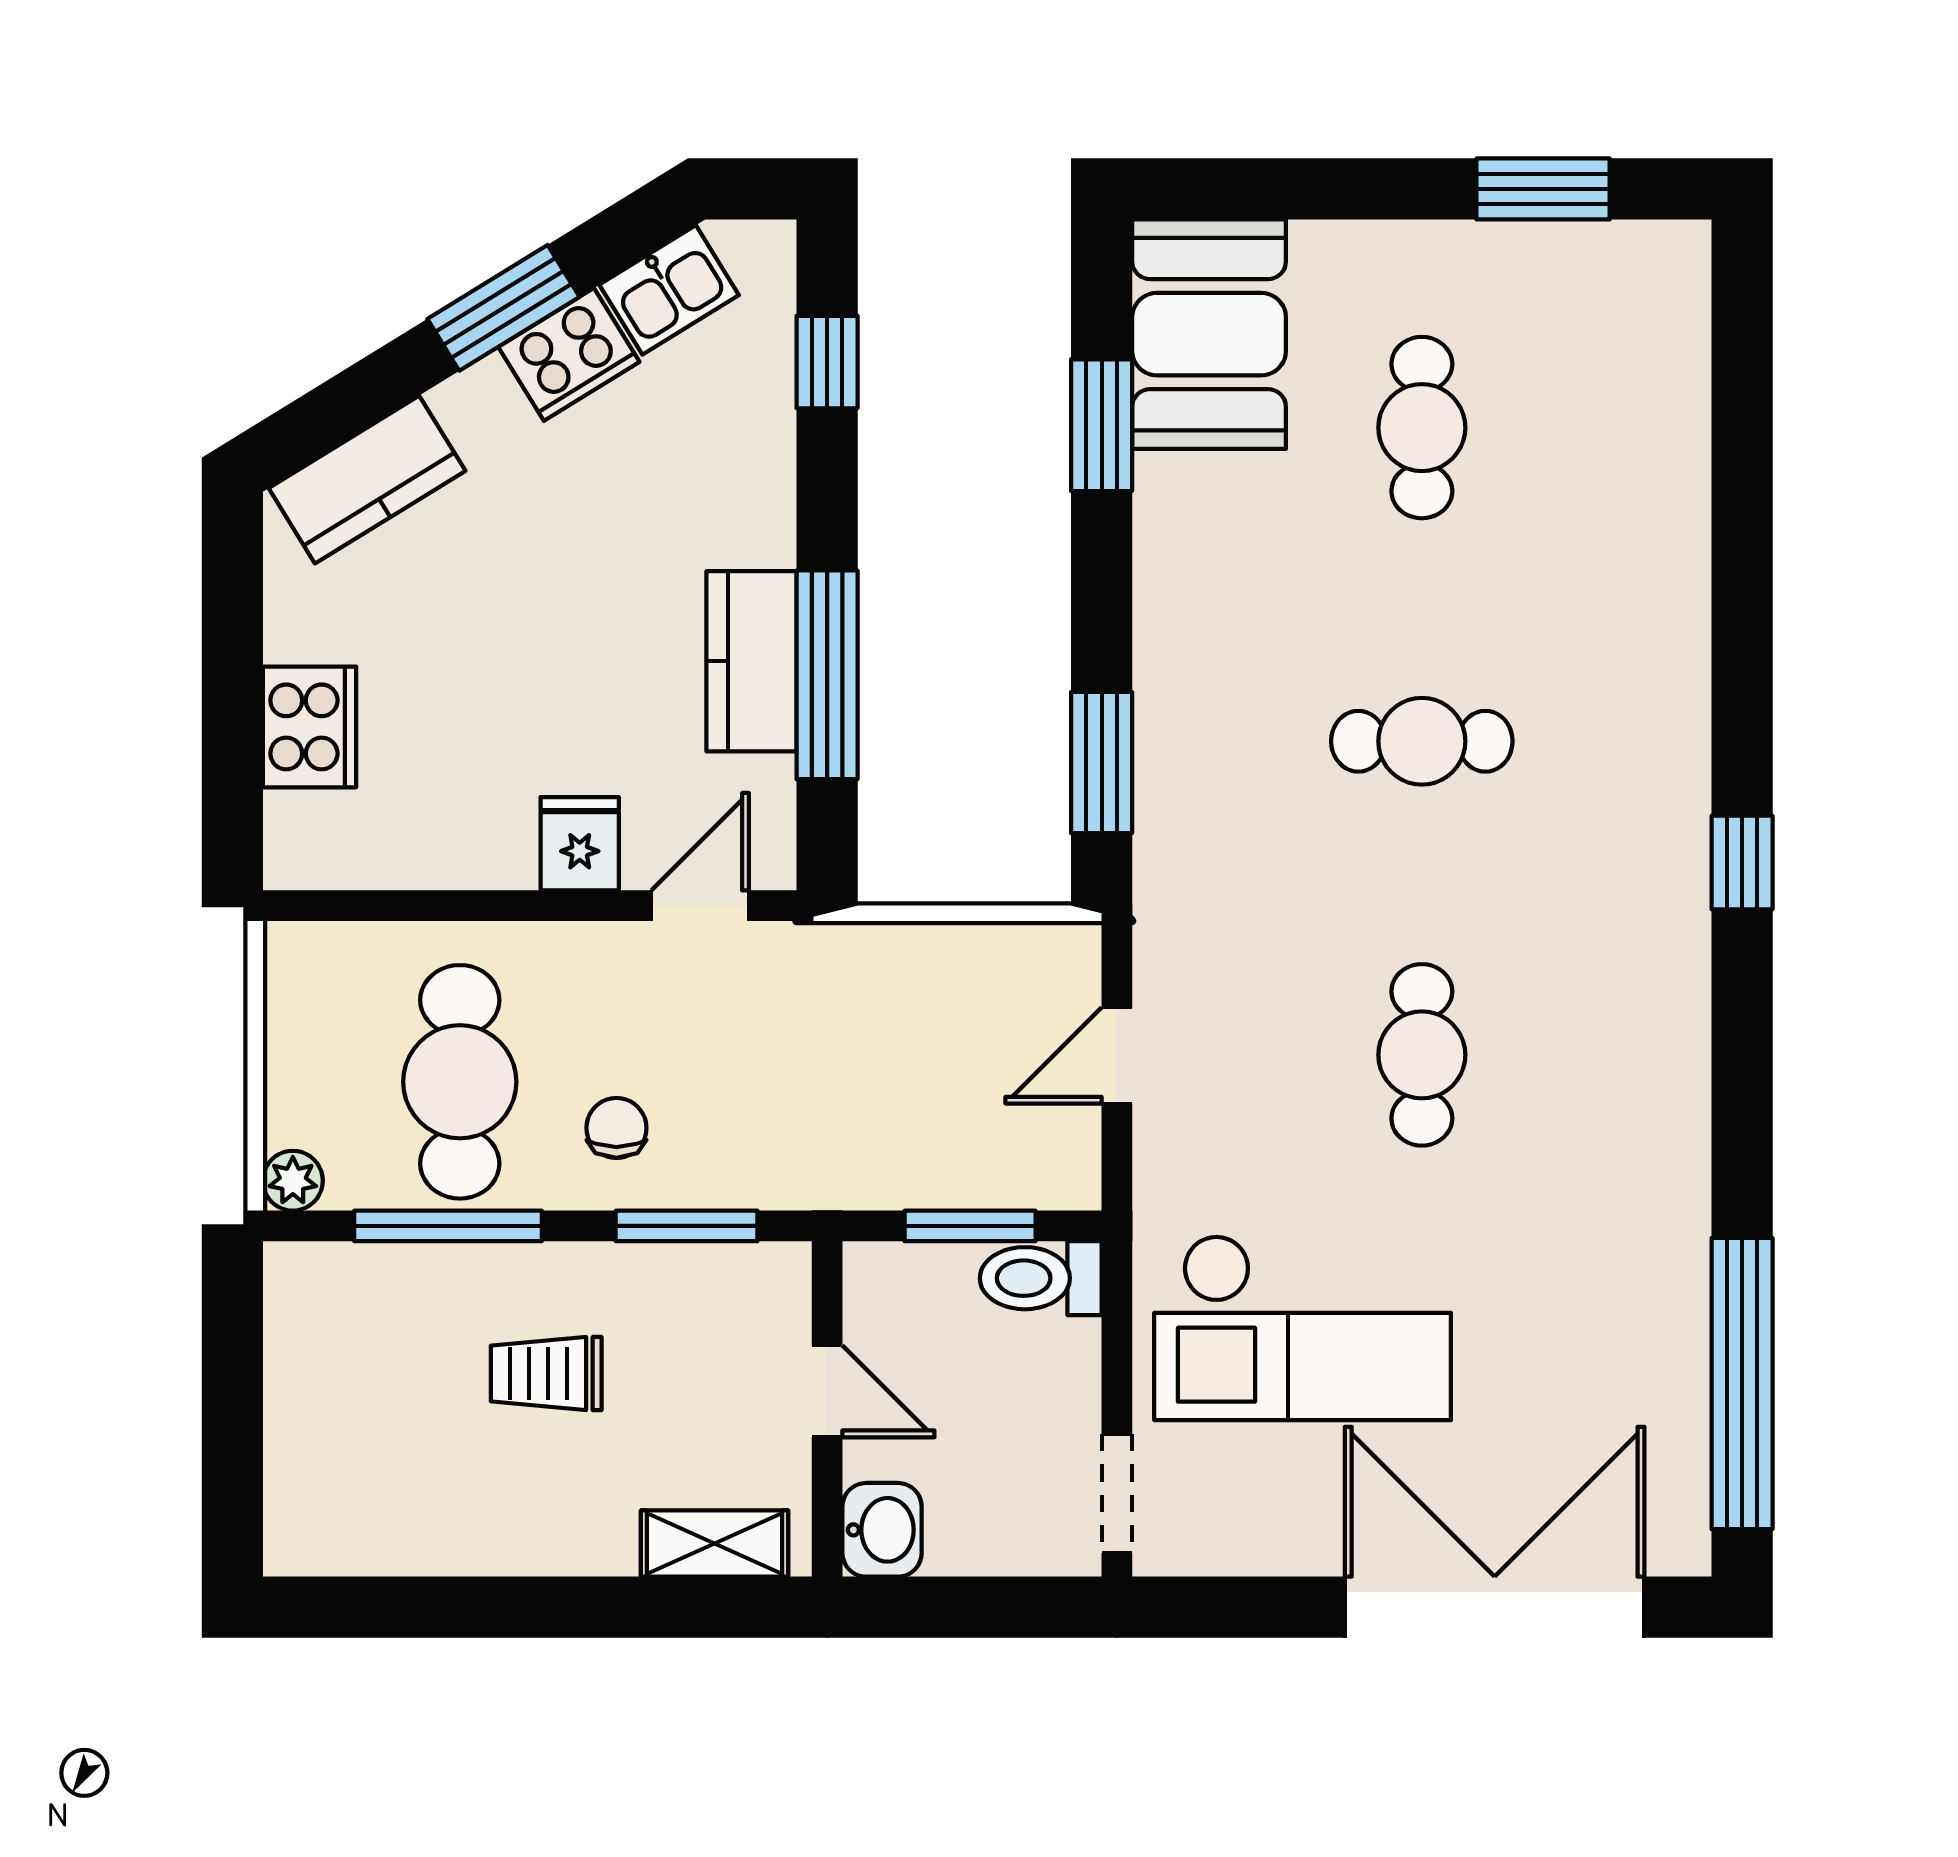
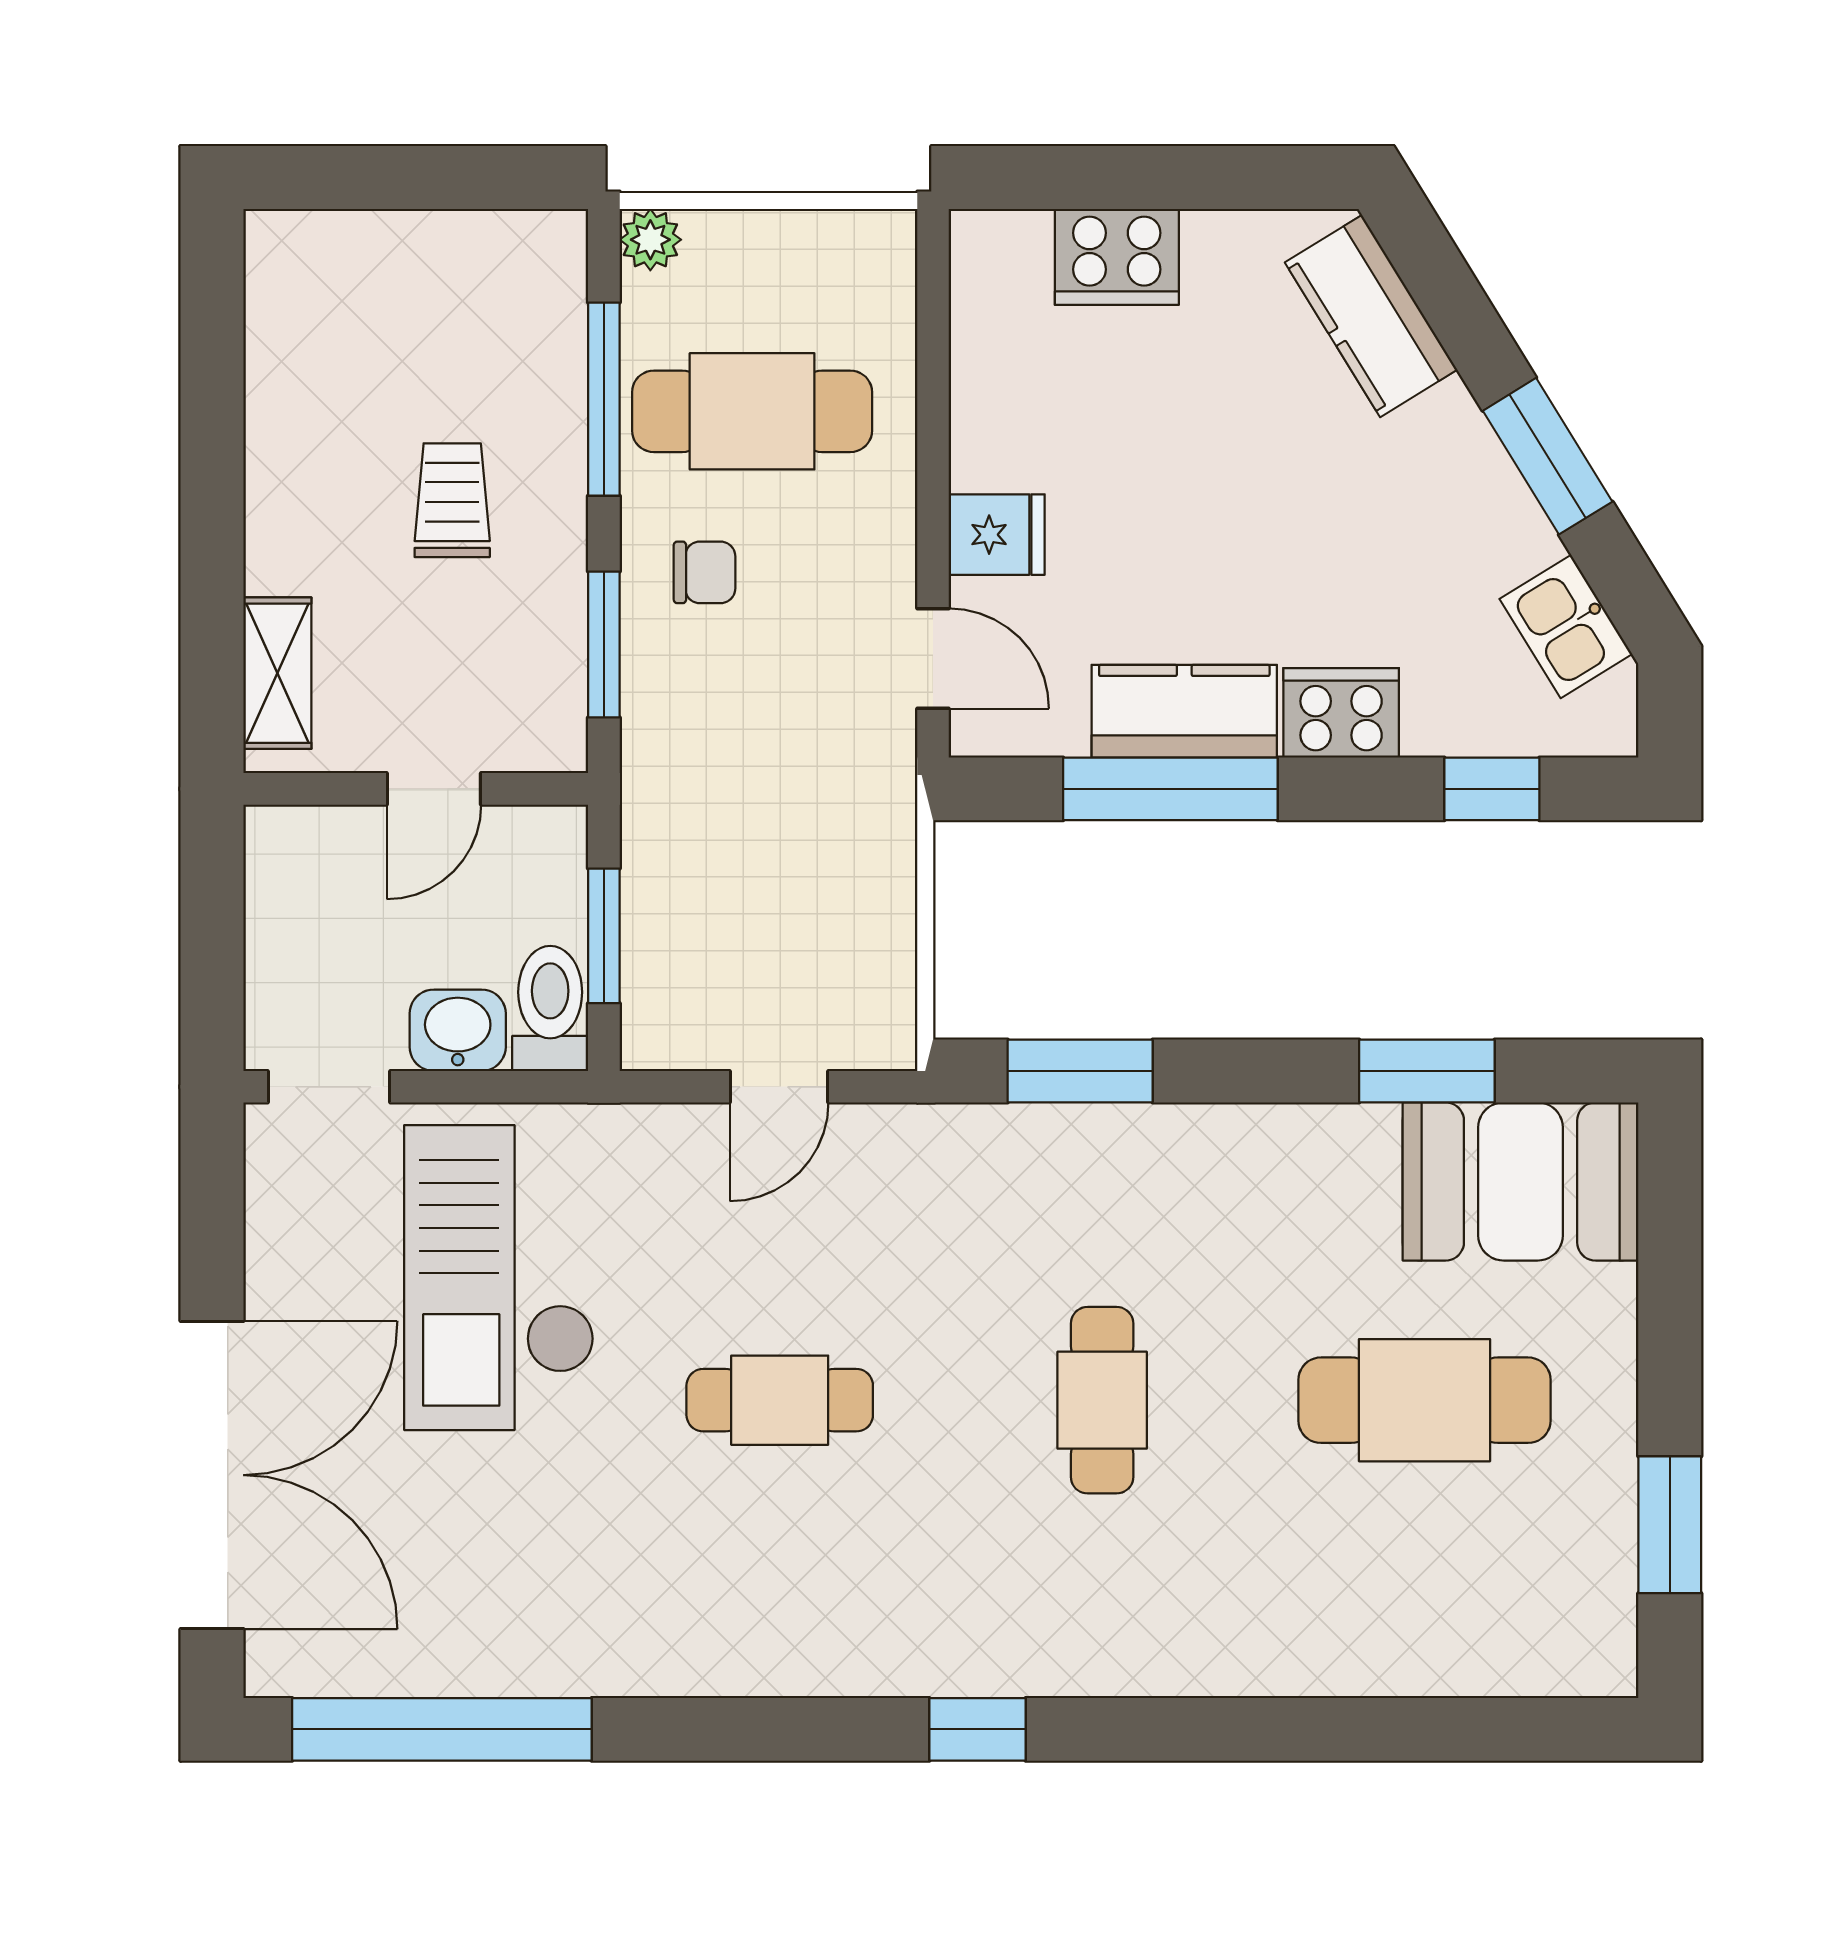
cooker: (569, 354) -> (1341, 713), moved, turned 122
cafe table: (1422, 428) -> (1424, 1400), width x1.37, depth x1.35
door: (1117, 1056) -> (779, 1087), swing flipped
washbasin: (882, 1530) -> (458, 1030), moved, turned 180

